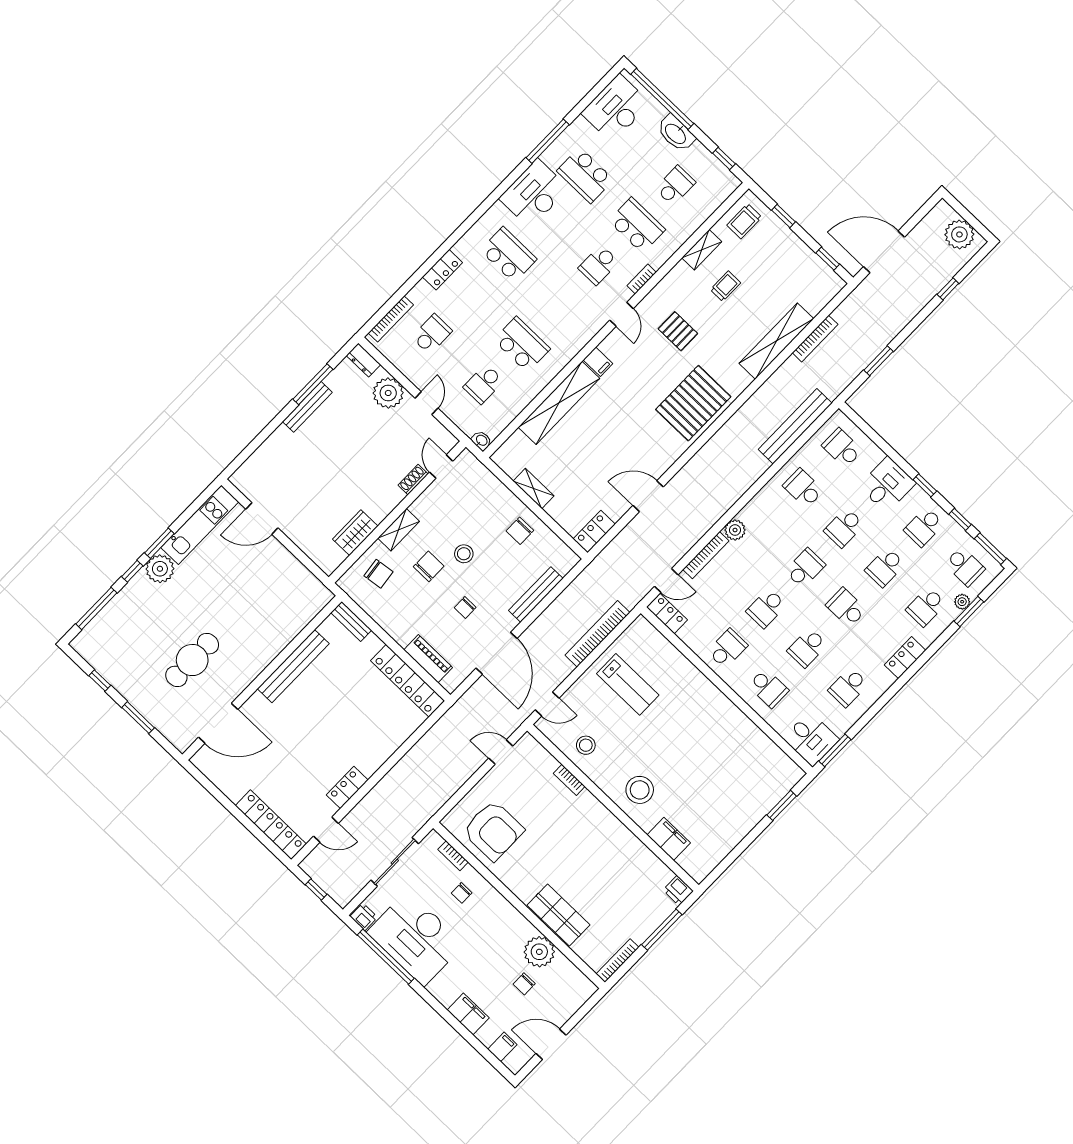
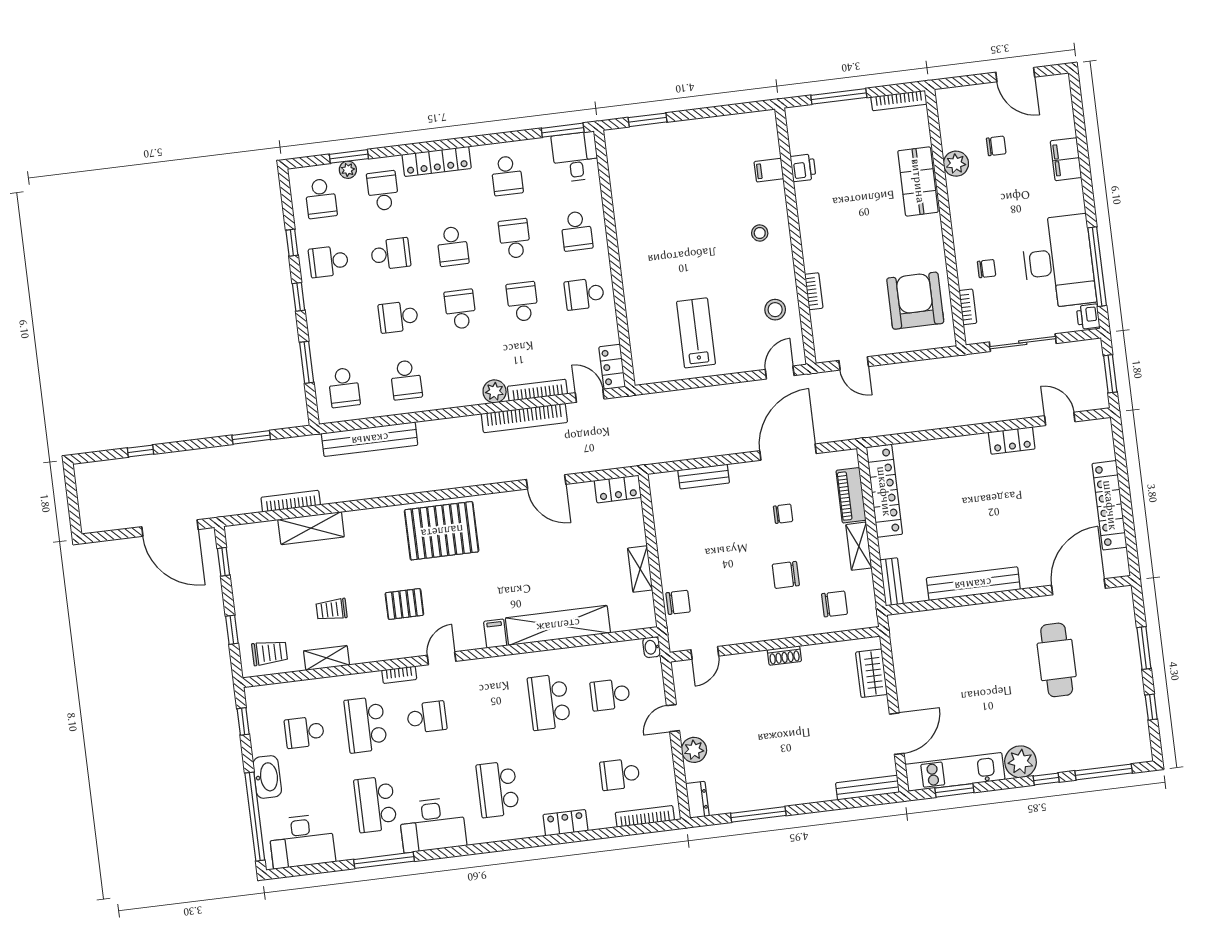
school desk: (585, 175) -> (375, 804), turned 180
plant: (959, 234) -> (92, 490), removed
pallet: (678, 331) -> (404, 604), turned 90
shelving: (776, 341) -> (311, 528), width x0.68
school desk: (484, 384) -> (610, 695), turned 180
plant: (388, 393) -> (694, 750), width x0.73, depth x0.73
bench: (307, 407) -> (868, 788), moved
shoe rack: (413, 480) -> (784, 656), moved
desk: (887, 485) -> (331, 324), removed
door: (262, 519) -> (897, 734), hinge flipped
school desk: (924, 527) -> (329, 261), turned 180
school desk: (844, 528) -> (398, 317), turned 180
shelving: (399, 530) -> (859, 546), moved, turned 90
chair: (520, 531) -> (678, 602), moved
wardrobe: (355, 533) -> (871, 673), moved, turned 90
window: (159, 543) -> (954, 790), moved
window: (990, 549) -> (307, 362), moved
stool: (464, 554) -> (746, 561), removed
school desk: (965, 566) -> (321, 198), turned 180
school desk: (805, 568) -> (460, 309), turned 90
chair: (378, 574) -> (834, 604), turned 97
bench: (536, 594) -> (704, 477), width x0.73
school desk: (926, 607) -> (383, 191), turned -90
school desk: (766, 608) -> (522, 302), turned -90
bookcase: (597, 634) -> (524, 418), moved
school desk: (807, 648) -> (515, 239), turned -90
locker: (905, 658) -> (437, 161), width x1.53
cafe table: (192, 660) -> (1057, 660), turned 90
school desk: (848, 687) -> (507, 176), turned 90
school desk: (768, 688) -> (577, 231), turned 180
door: (547, 704) -> (780, 372), hinge flipped
door: (218, 723) -> (1078, 587), hinge flipped
stool: (640, 790) -> (760, 233), width x0.53, depth x0.53
locker: (271, 825) -> (1110, 505), moved
filing cabinet: (669, 839) -> (769, 170), width x0.50
window: (316, 890) -> (1110, 374), width x1.50
printer: (678, 890) -> (803, 168), moved
plant: (539, 952) -> (956, 164), width x0.73, depth x0.73
filing cabinet: (502, 1047) -> (1059, 107), removed

